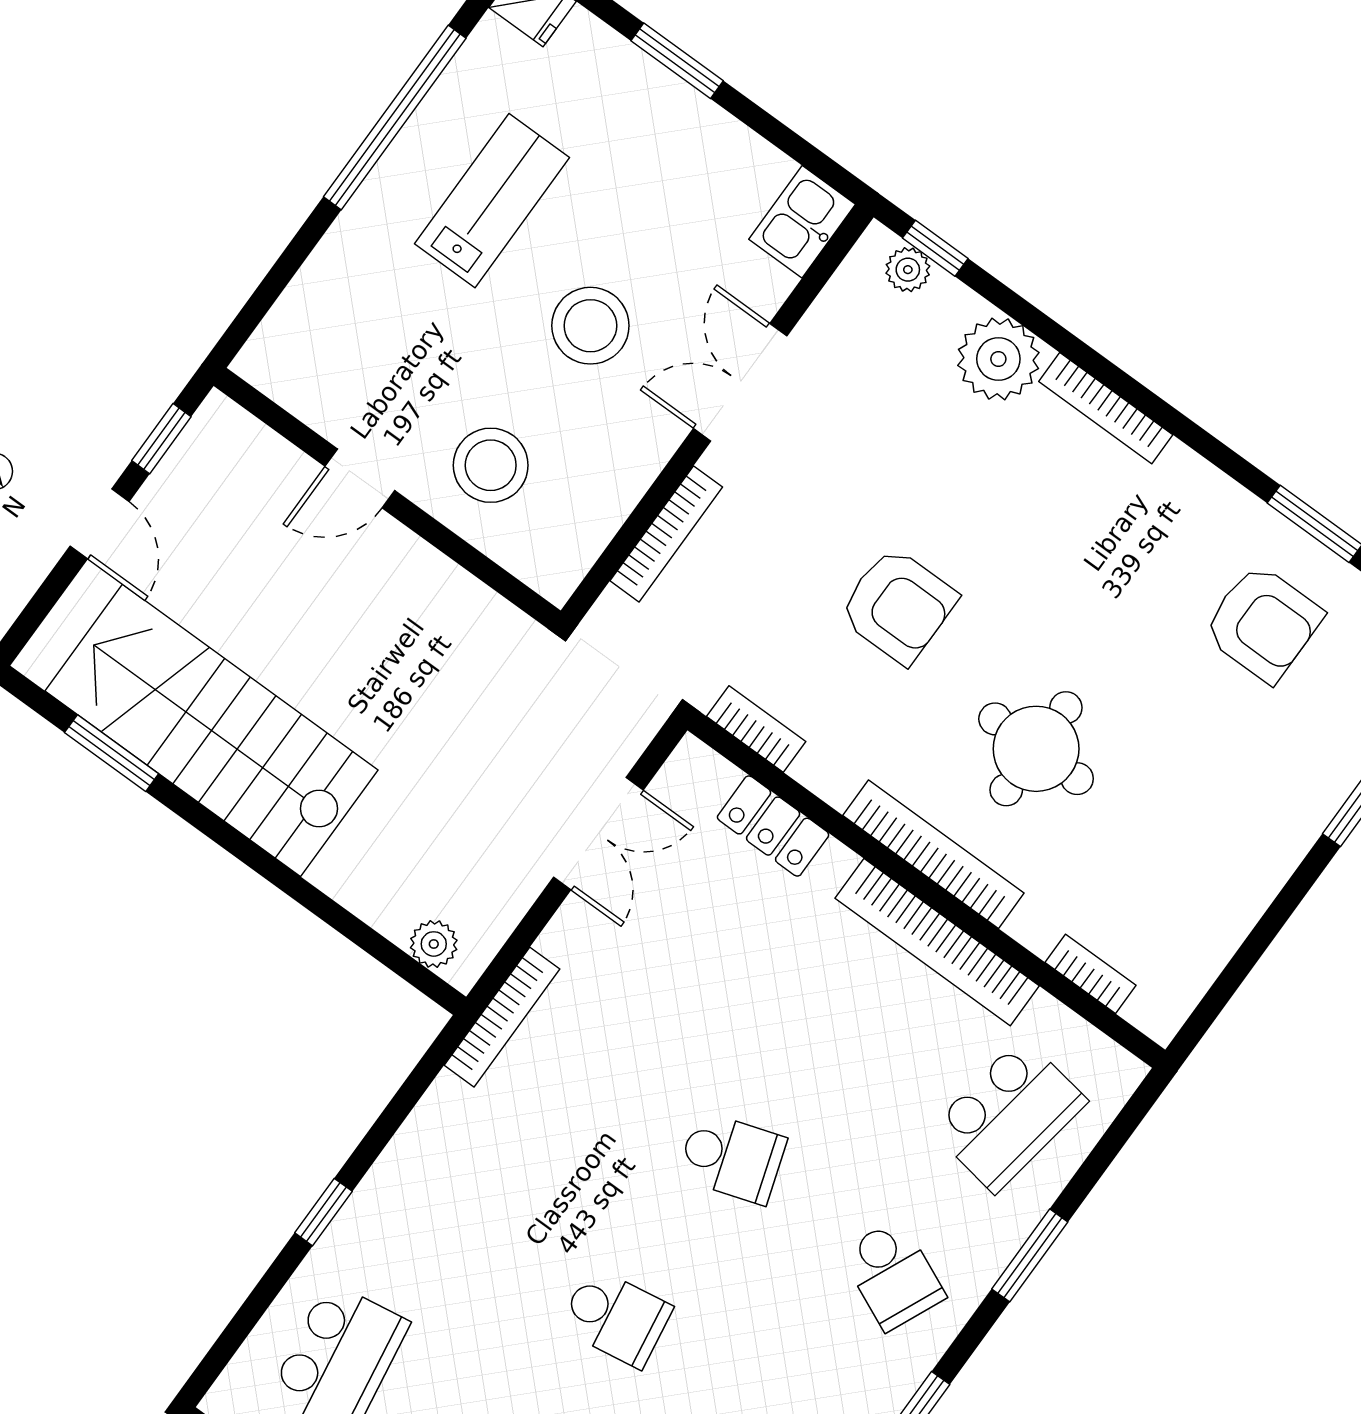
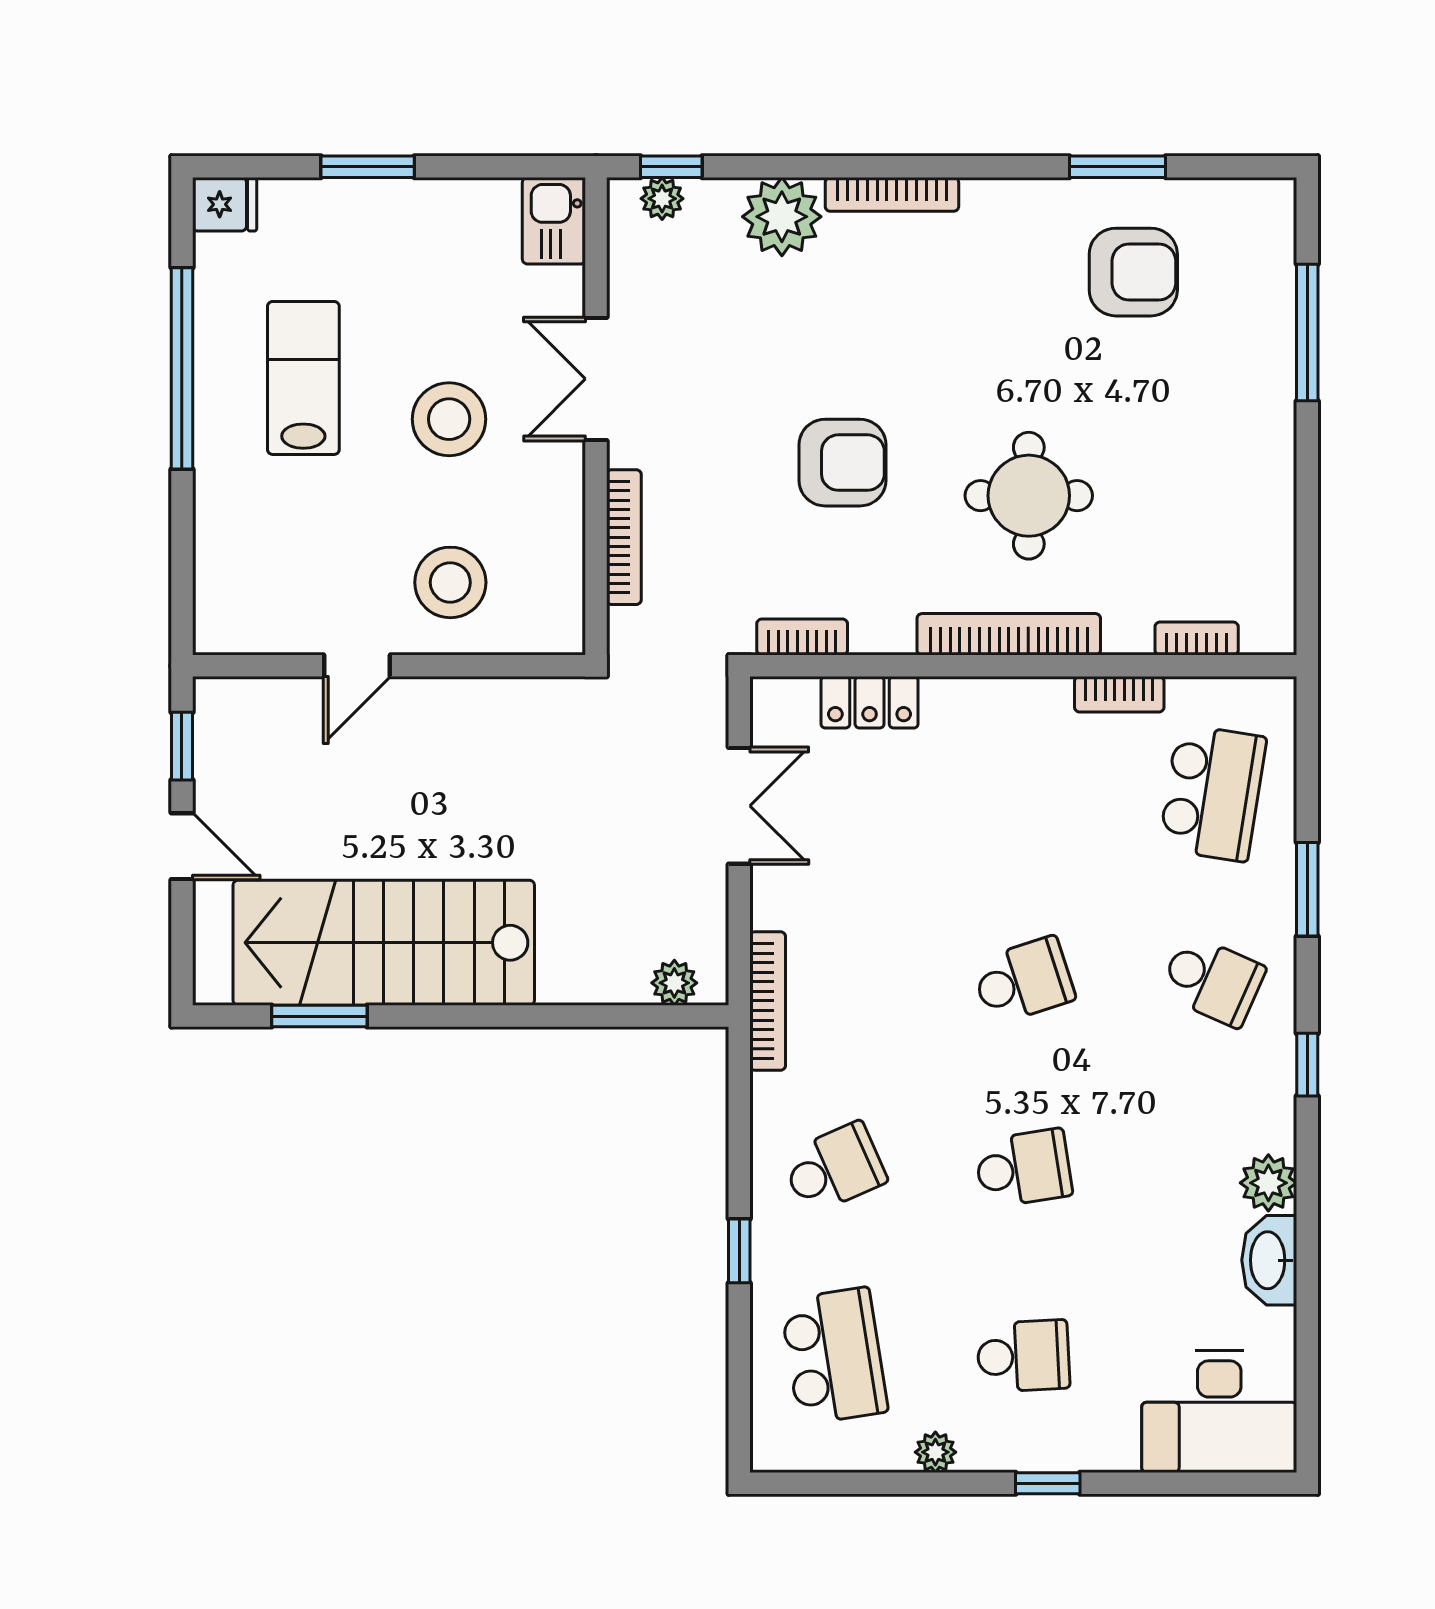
bookcase: (937, 942) -> (1119, 694), width x0.43, depth x0.76
school desk: (455, 1200) -> (834, 1168), added

